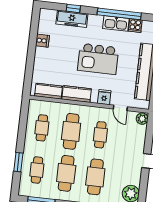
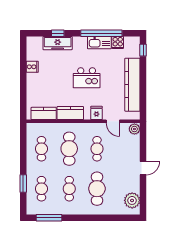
kitchen island: (98, 59) -> (87, 78), width x0.73, depth x0.78
cafe table: (66, 173) -> (69, 189), width x0.73, depth x0.74

